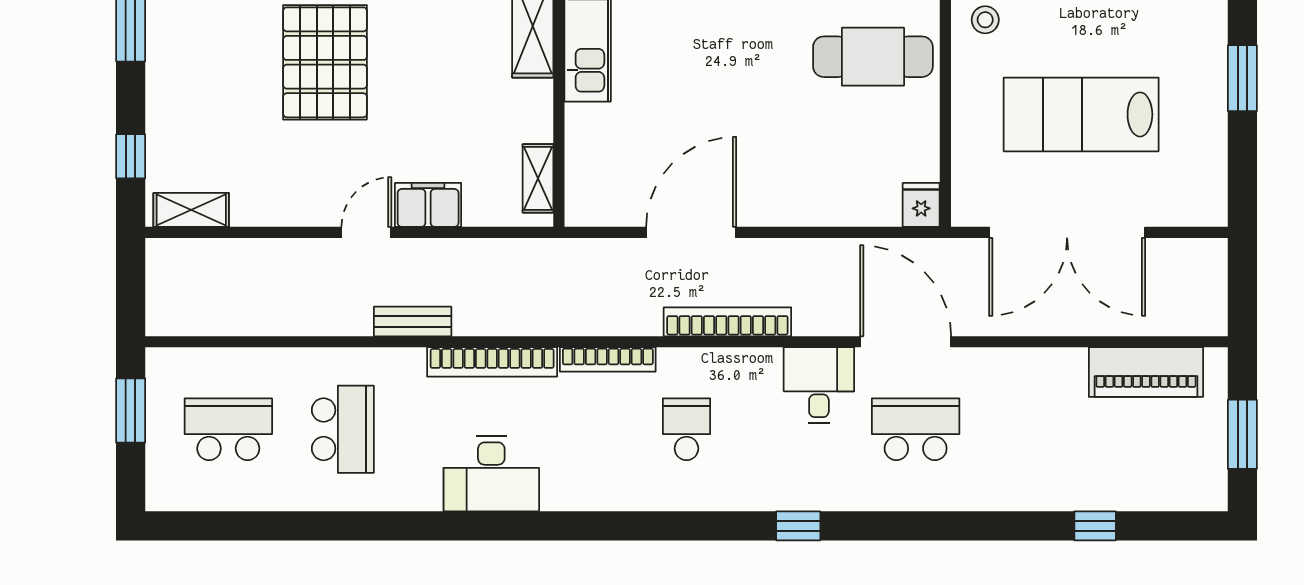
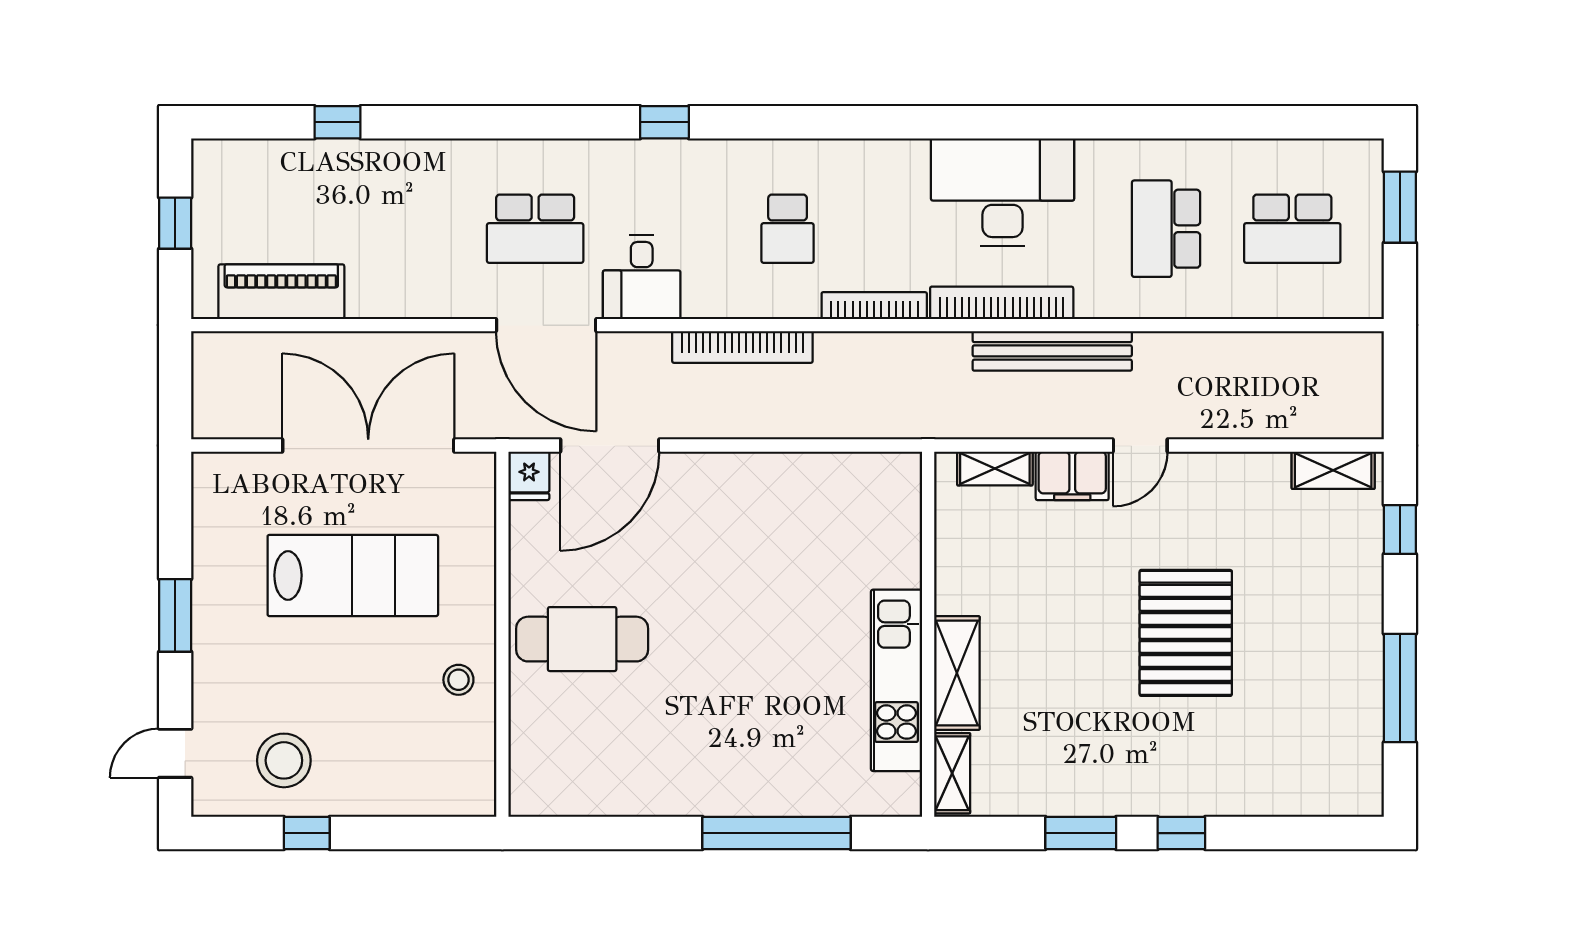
shelving: (538, 178) -> (995, 468), moved, turned 90
door: (691, 232) -> (610, 446), moved
bench: (413, 321) -> (1052, 351), width x1.86, depth x1.21
window: (131, 410) -> (1400, 207), moved
window: (1242, 434) -> (175, 223), width x0.67
desk: (491, 474) -> (1003, 192), width x1.36, depth x1.30

